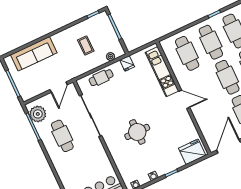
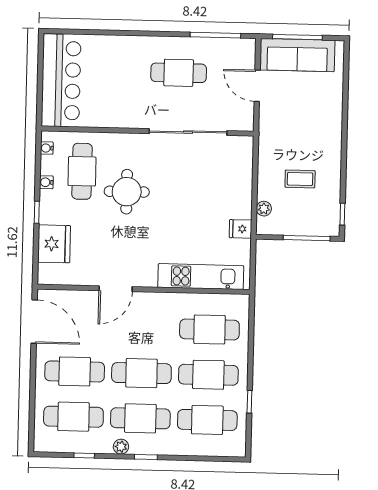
sofa: (34, 54) -> (297, 55), moved, turned -90
cafe table: (101, 78) -> (82, 171), moved, width x1.37, depth x1.35
door: (59, 87) -> (257, 86), moved
door: (184, 99) -> (116, 289), moved
plant: (38, 114) -> (231, 52), removed
fridge: (192, 152) -> (54, 244), moved

